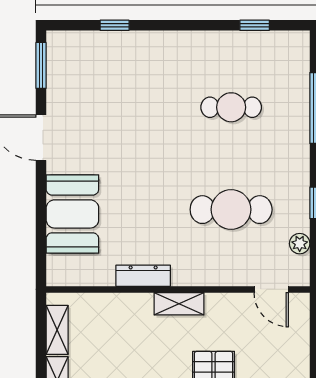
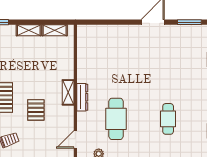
booth: (72, 214) -> (114, 38), removed
dresser: (143, 276) -> (82, 97), moved

